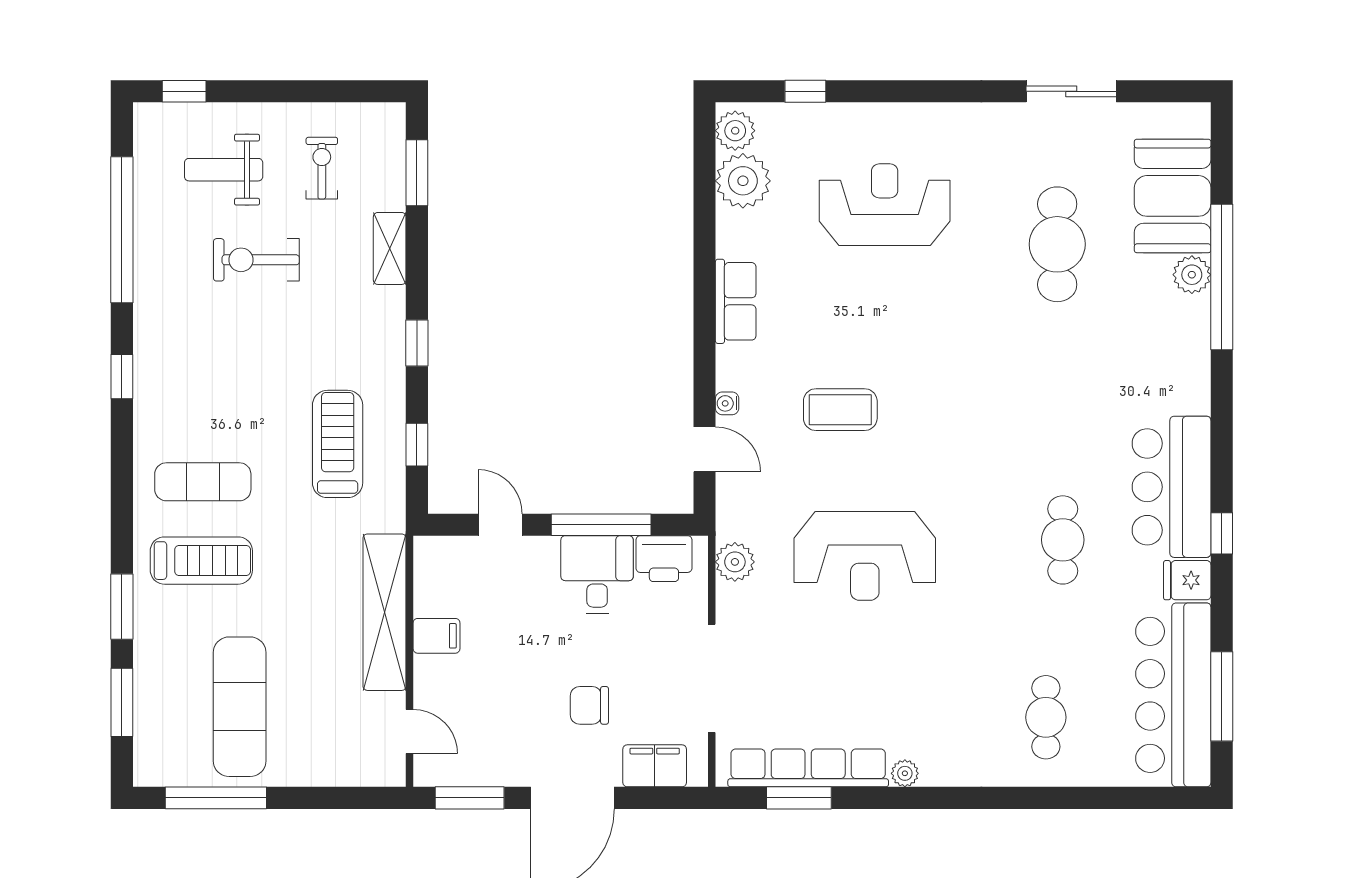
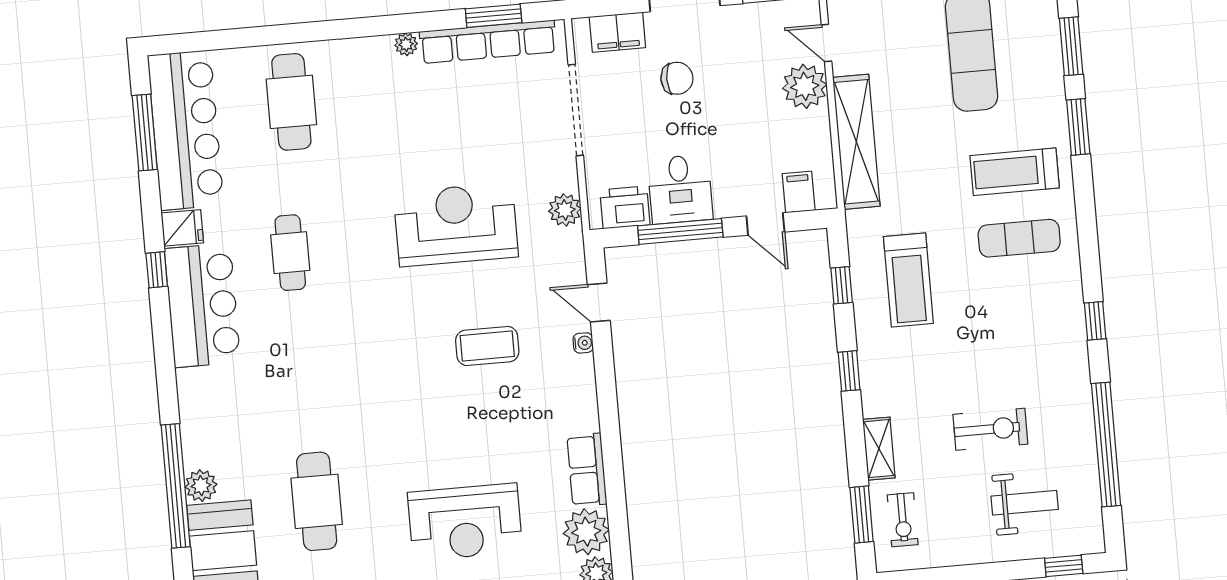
exercise bike: (322, 168) -> (903, 520), moved
row of seats: (736, 301) -> (587, 470), moved
filing cabinet: (436, 636) -> (799, 192), moved, turned 90
plant: (440, 683) -> (805, 86), added
cafe table: (1046, 717) -> (291, 102), width x1.37, depth x1.35

